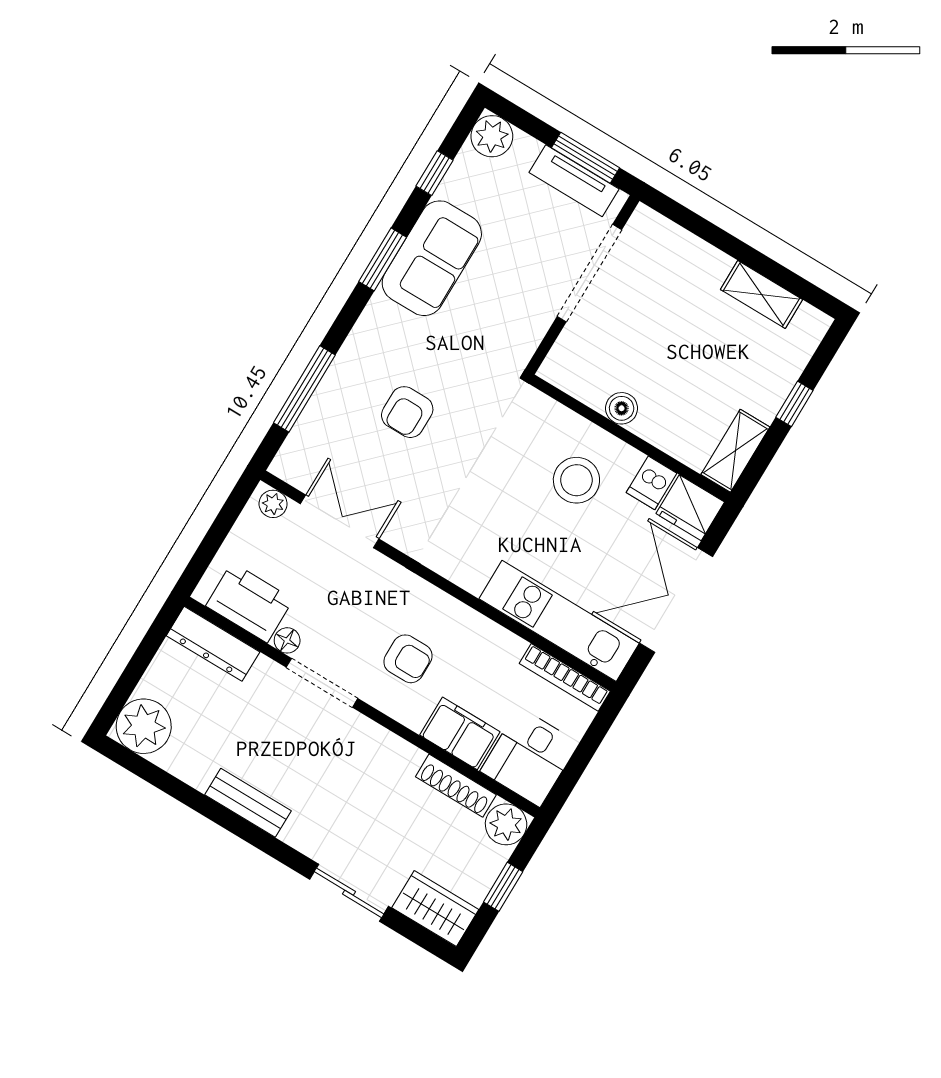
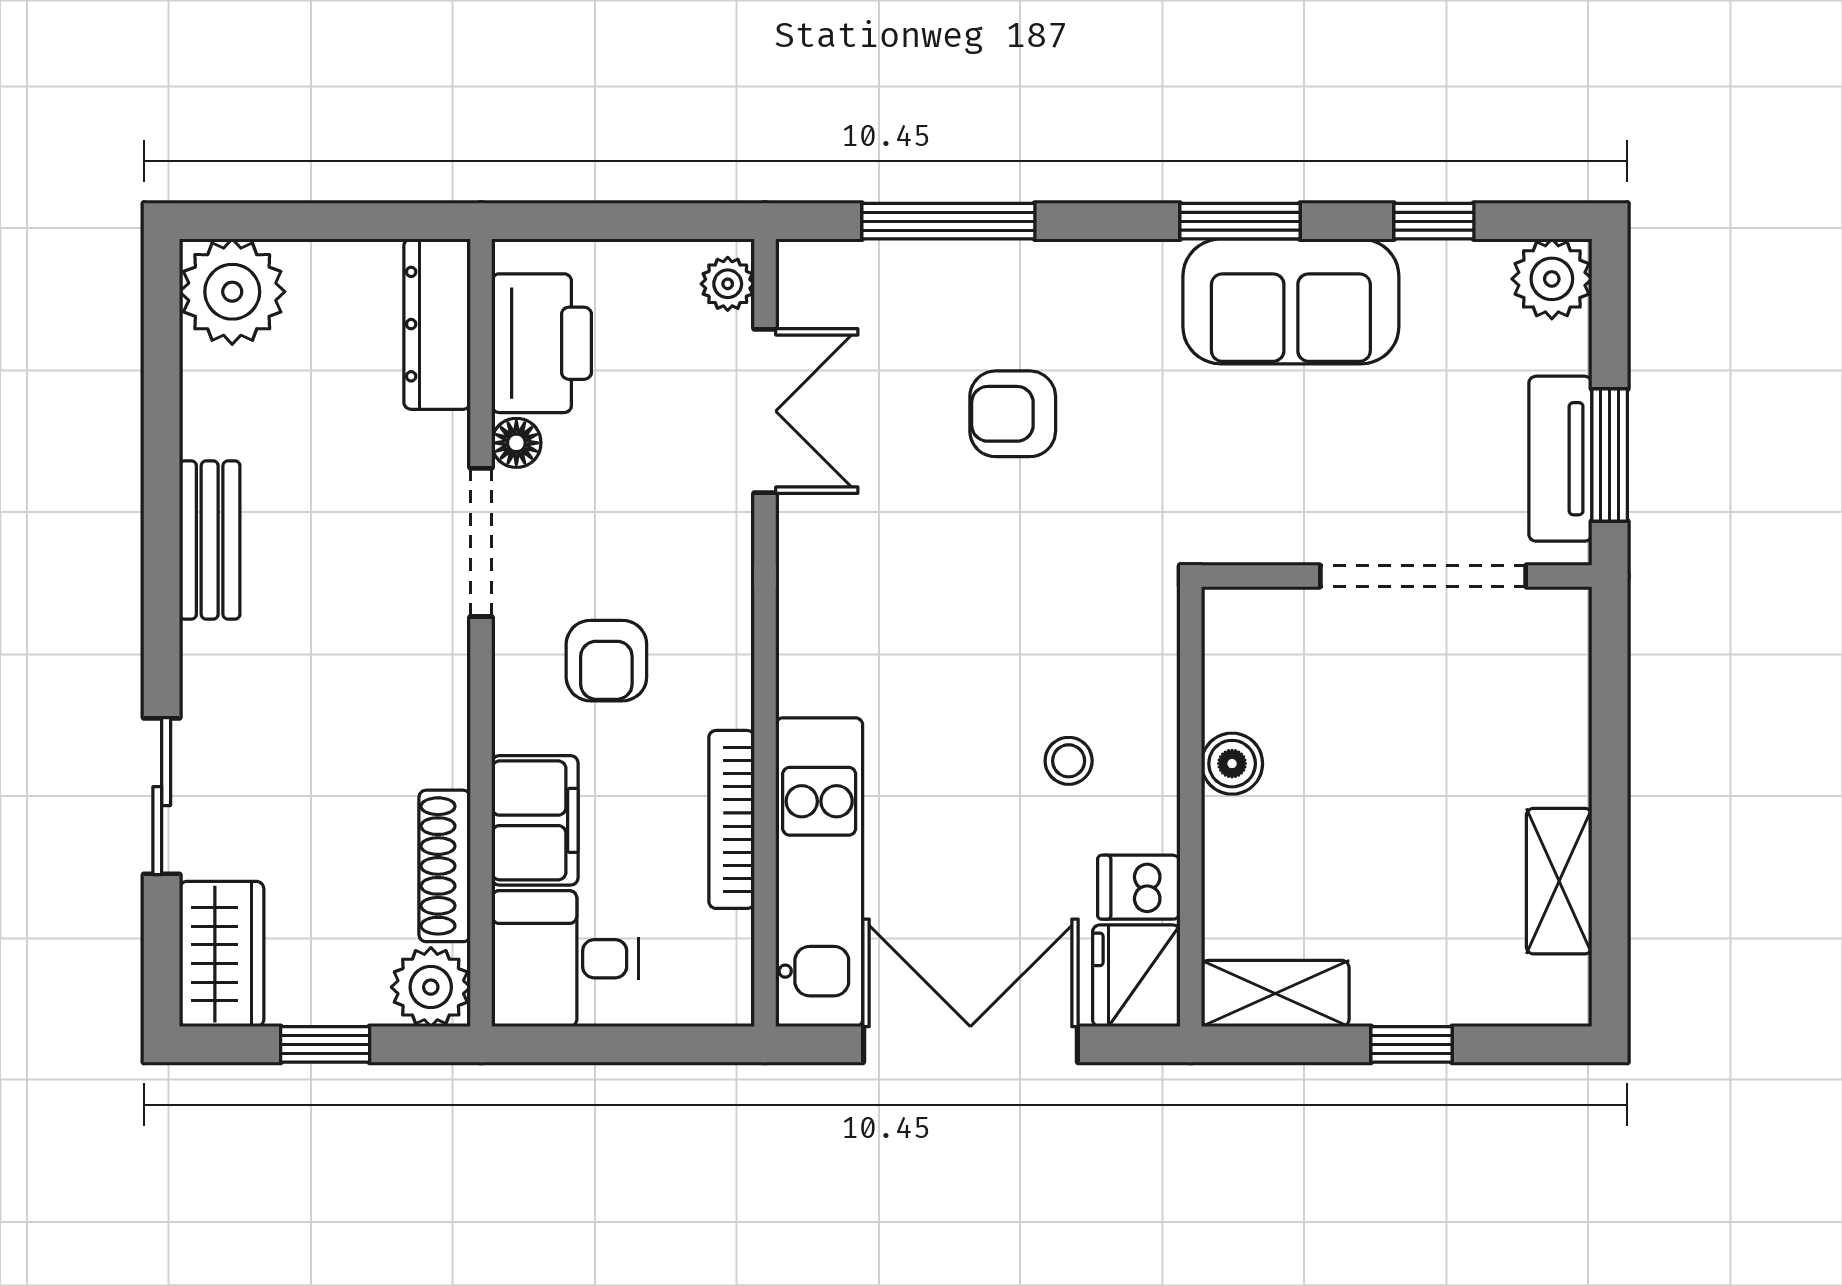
stool: (576, 480) -> (1069, 761), width x0.53, depth x0.53
bookcase: (565, 677) -> (732, 819), moved

